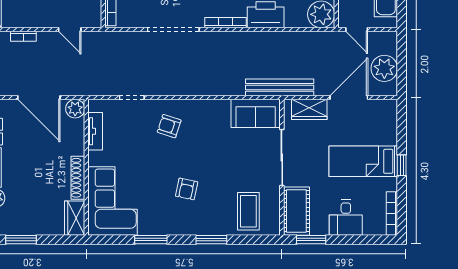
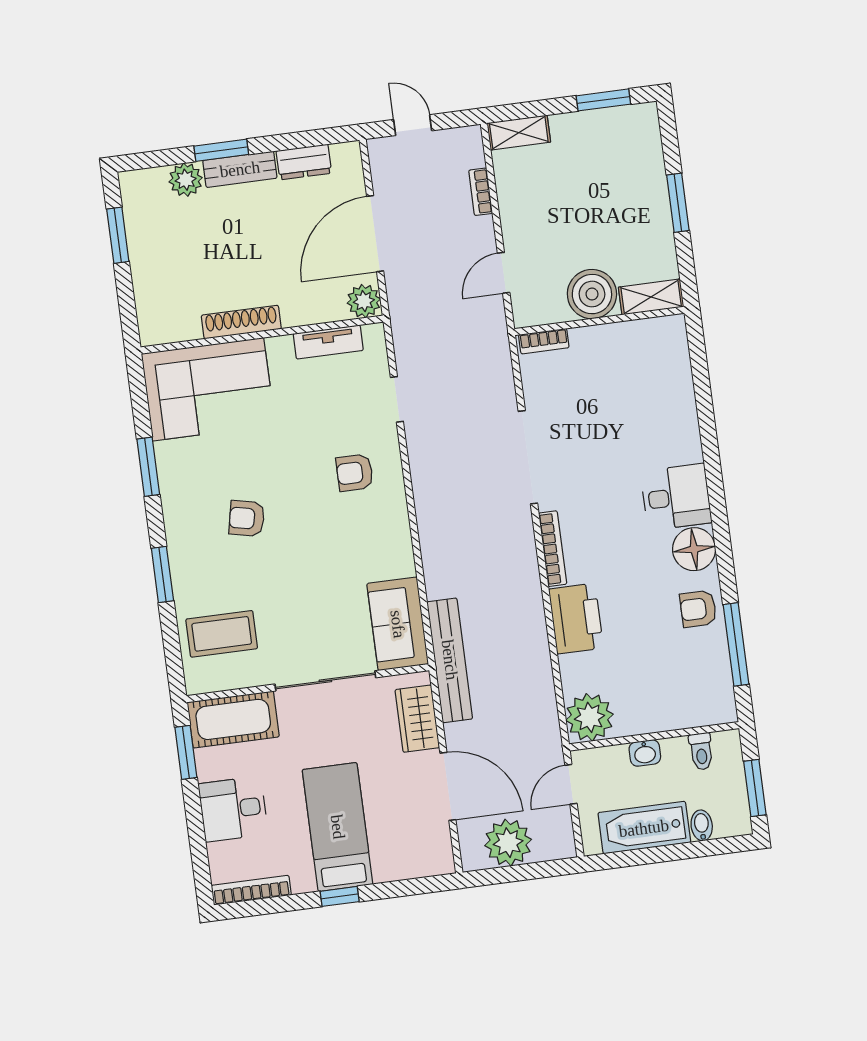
armchair: (169, 126) -> (355, 473), turned -108
wardrobe: (75, 218) -> (169, 326), removed

